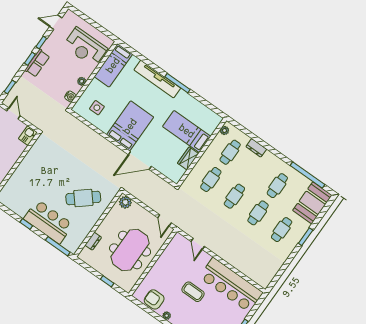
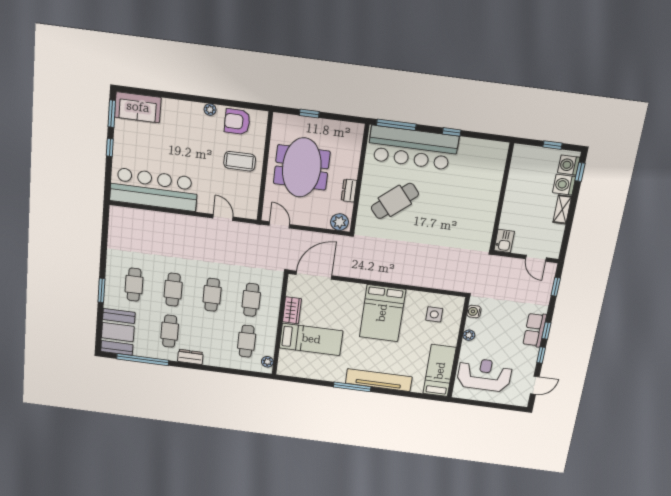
dresser: (256, 148) -> (190, 357), moved
door: (140, 160) -> (314, 275), moved
bar counter: (48, 222) -> (413, 148), width x1.36
dresser: (93, 241) -> (349, 191), moved
coffee table: (193, 292) -> (240, 161), moved
armchair: (154, 299) -> (237, 122), turned 180

